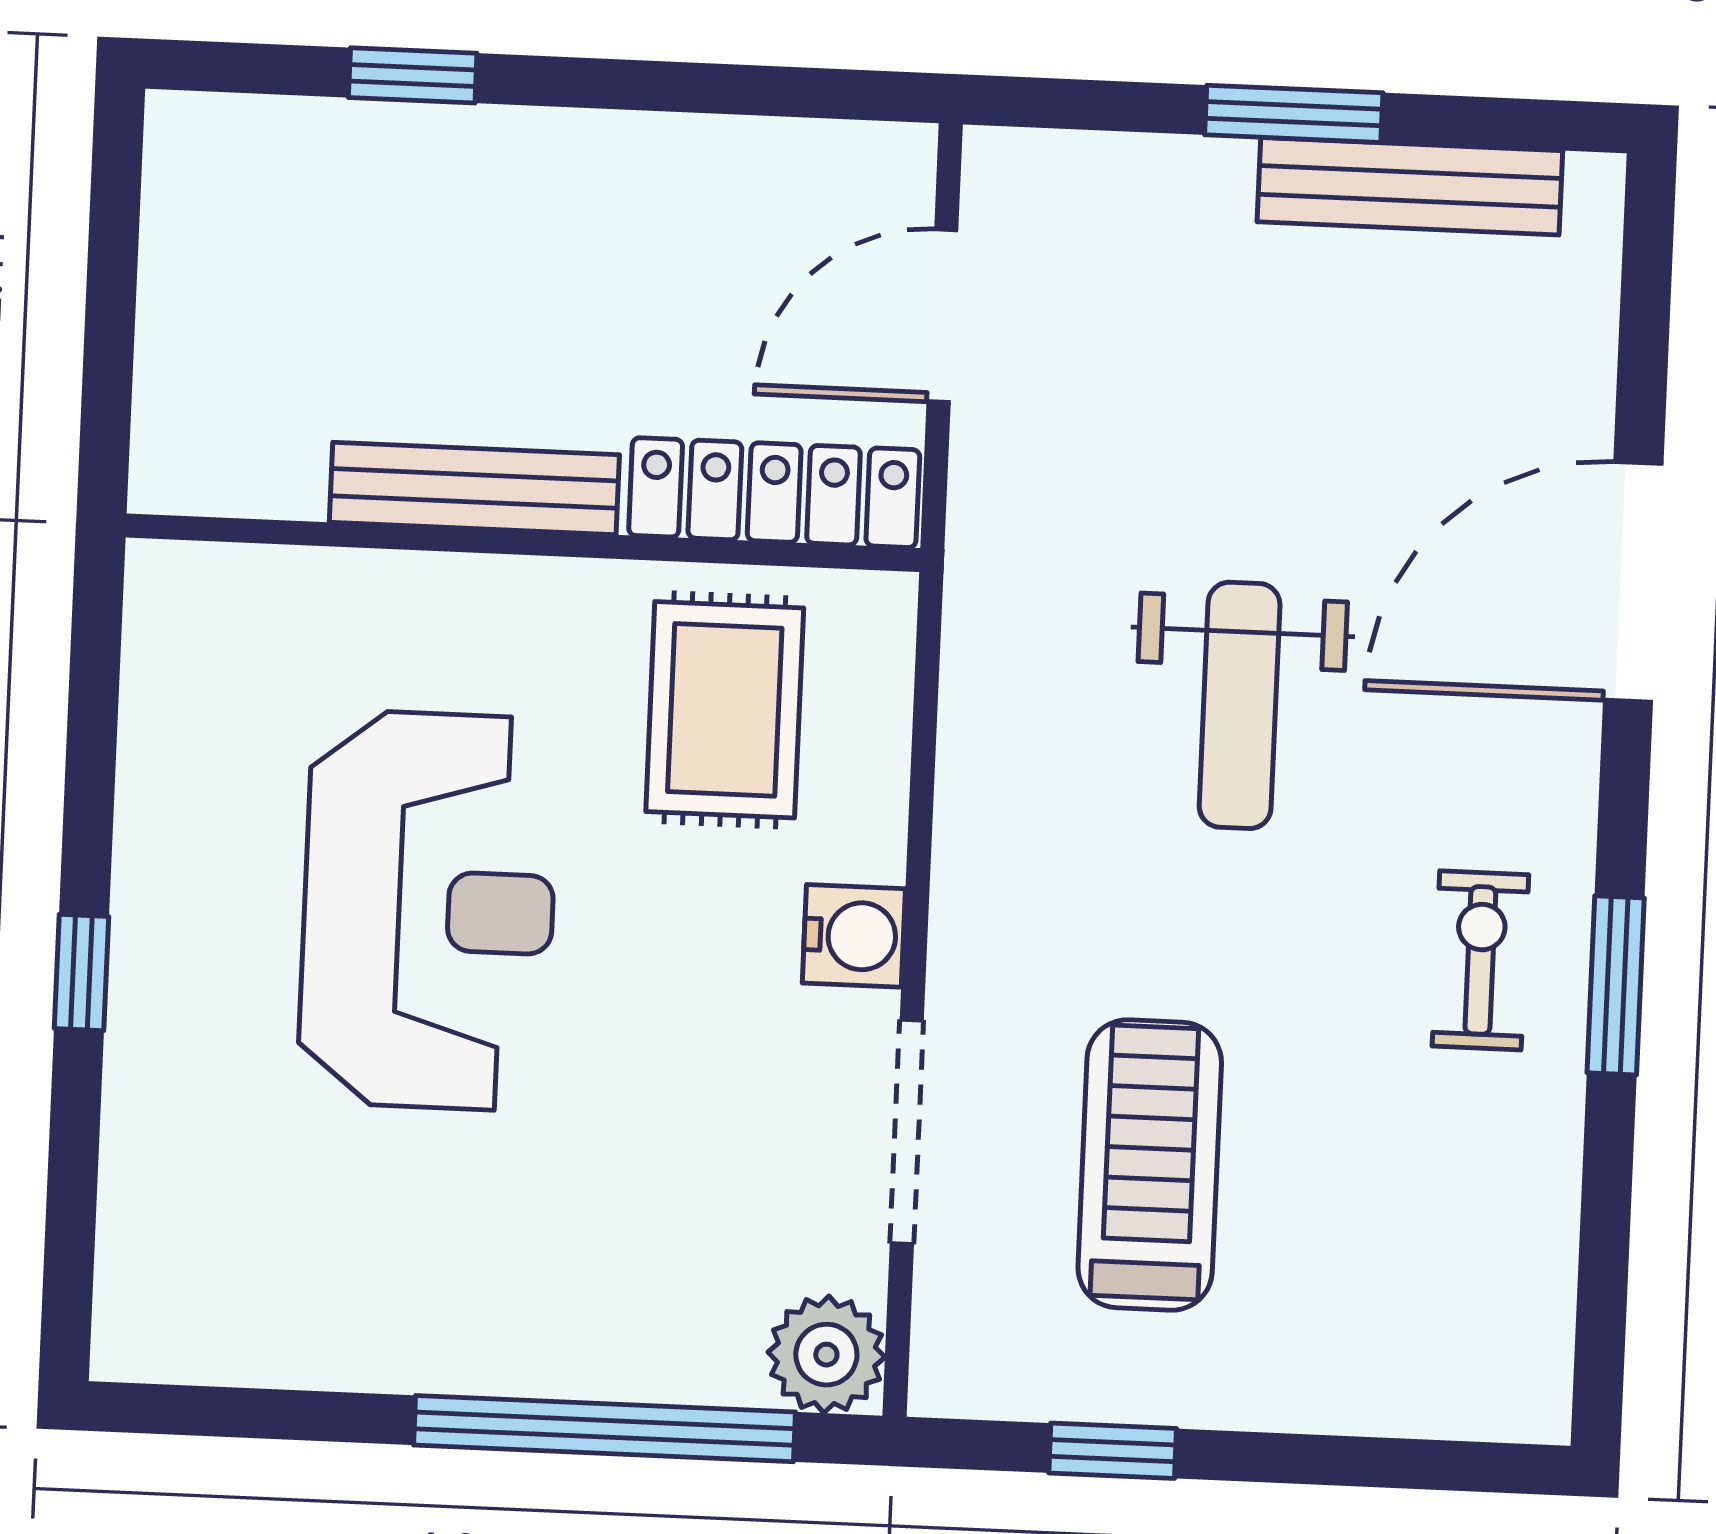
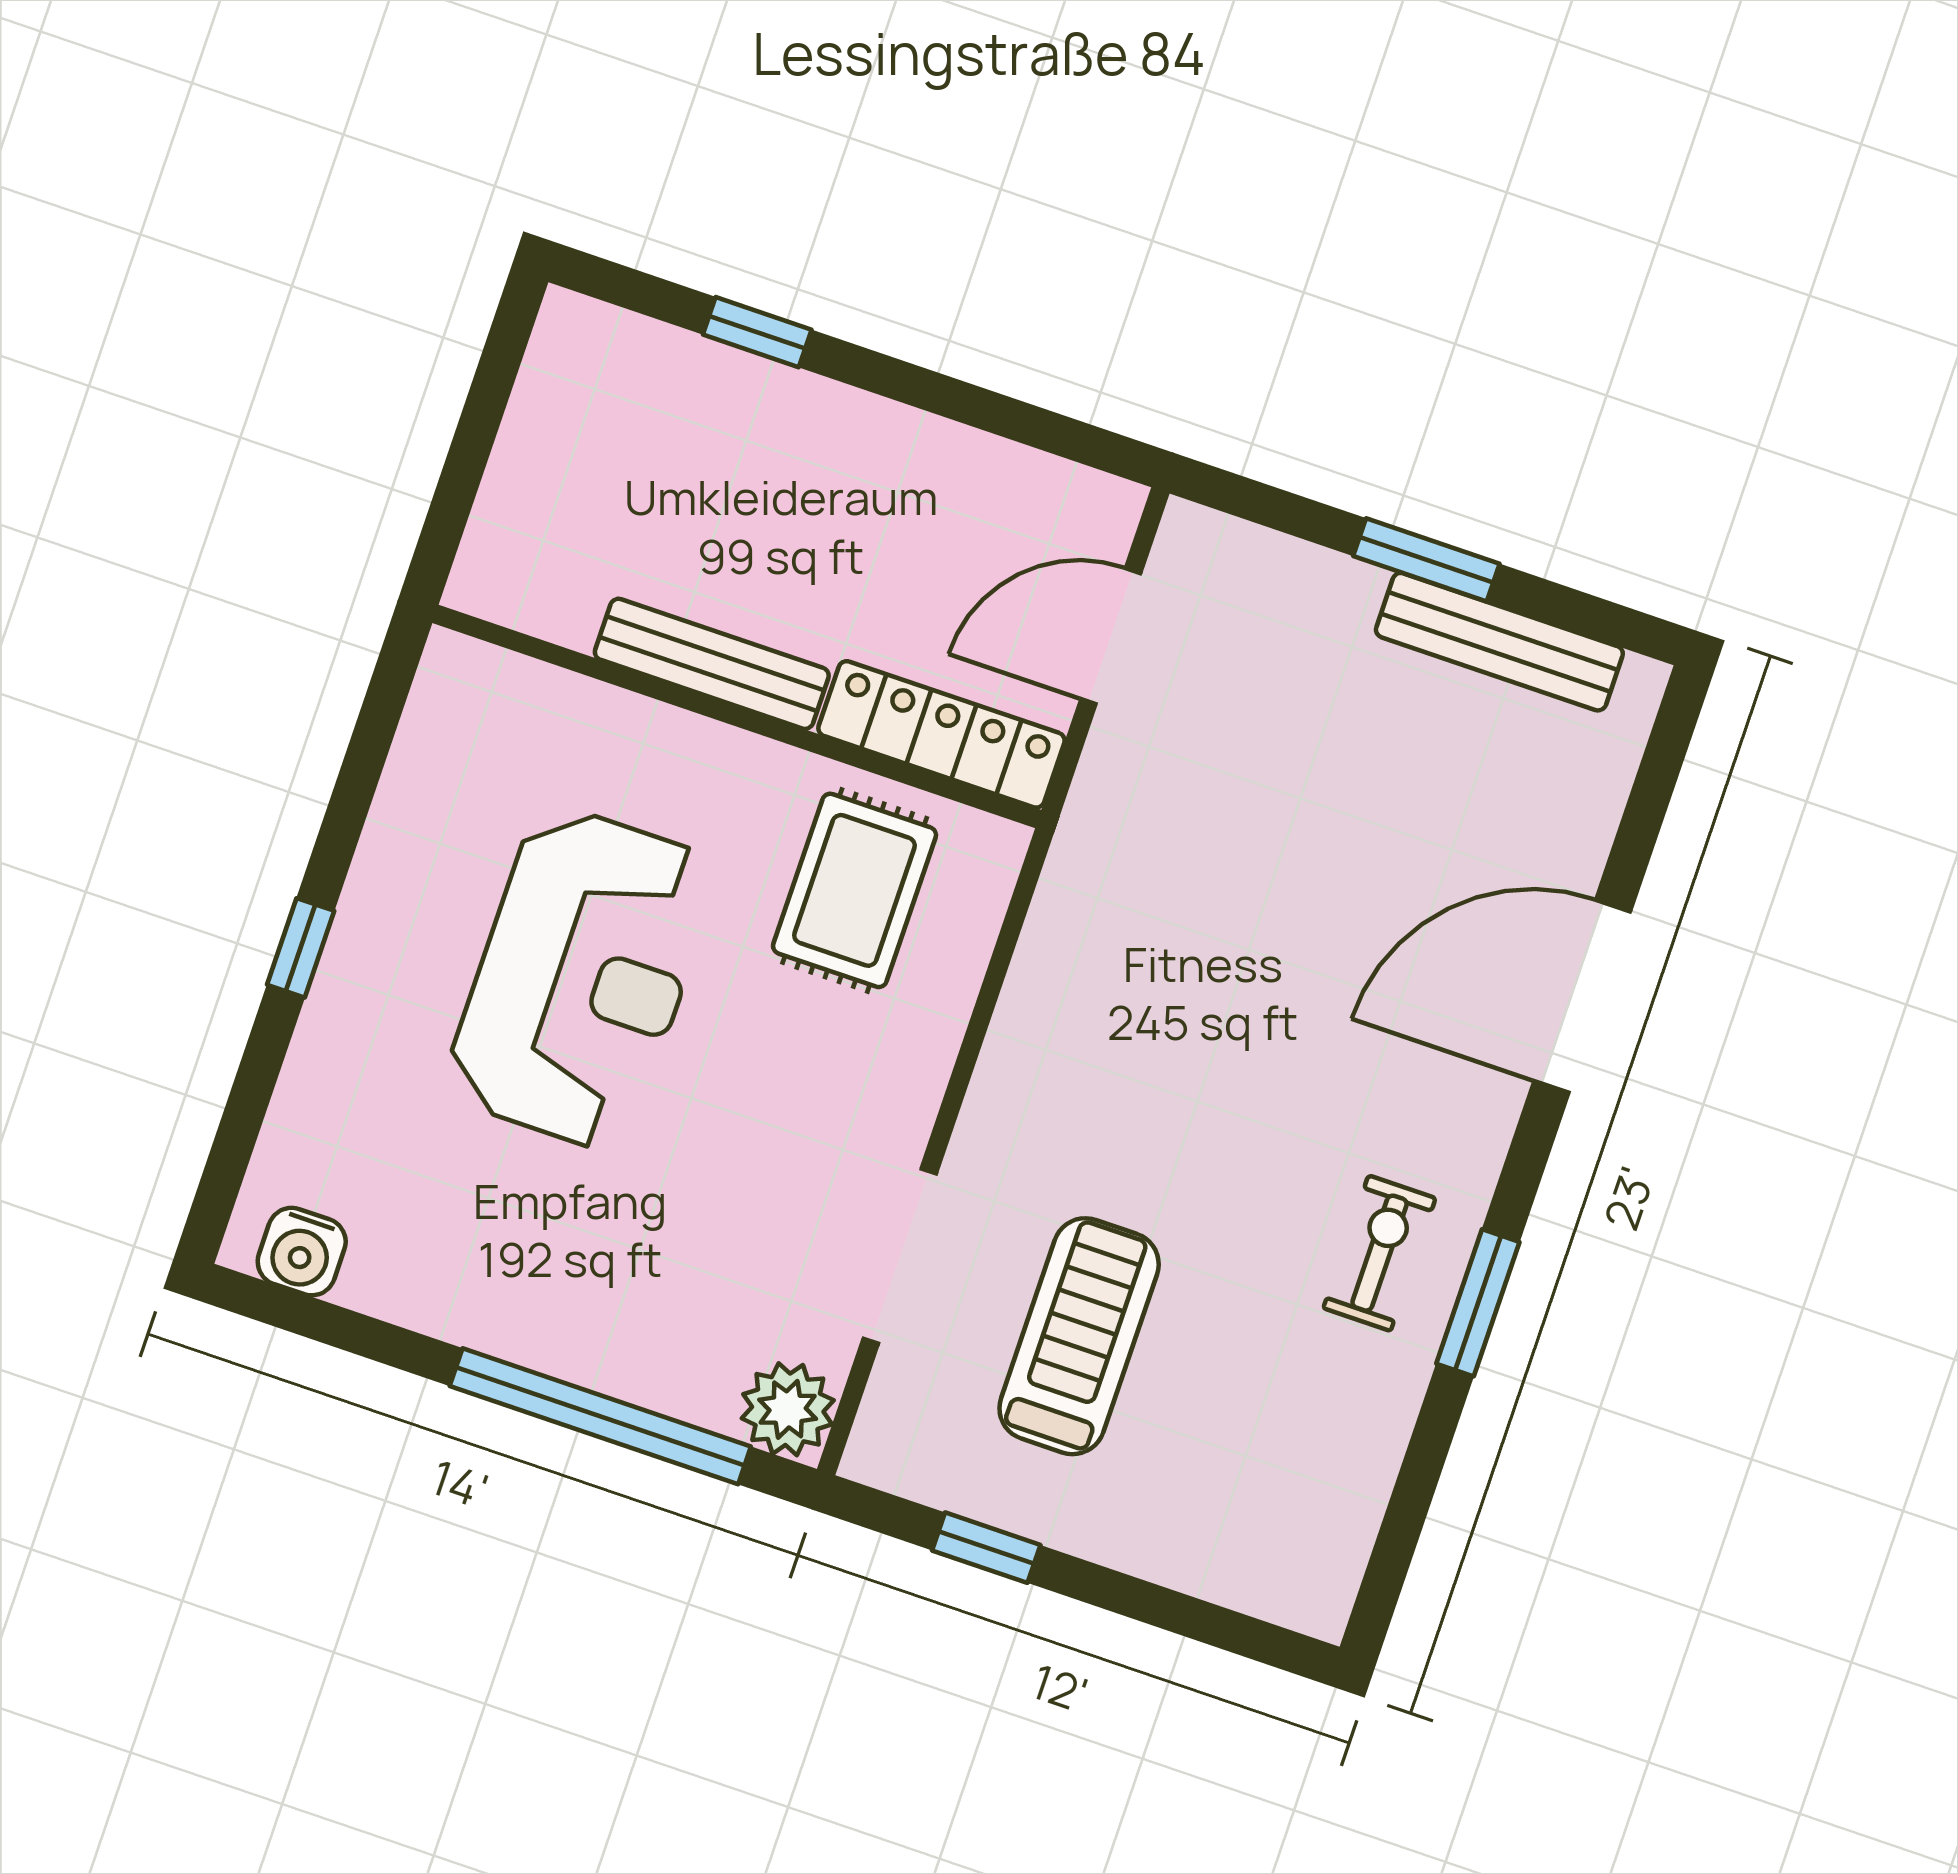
weight bench: (1240, 705) -> (1252, 1003), removed
water cooler: (854, 936) -> (302, 1252), moved, turned 90

